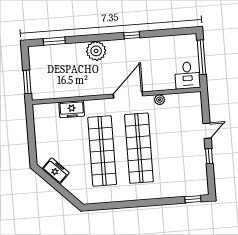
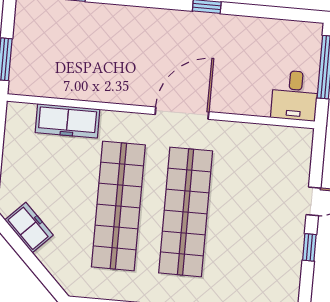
plant: (96, 51) -> (138, 24), removed
plant: (159, 100) -> (237, 131), removed
freezer: (72, 109) -> (67, 121), width x1.40

